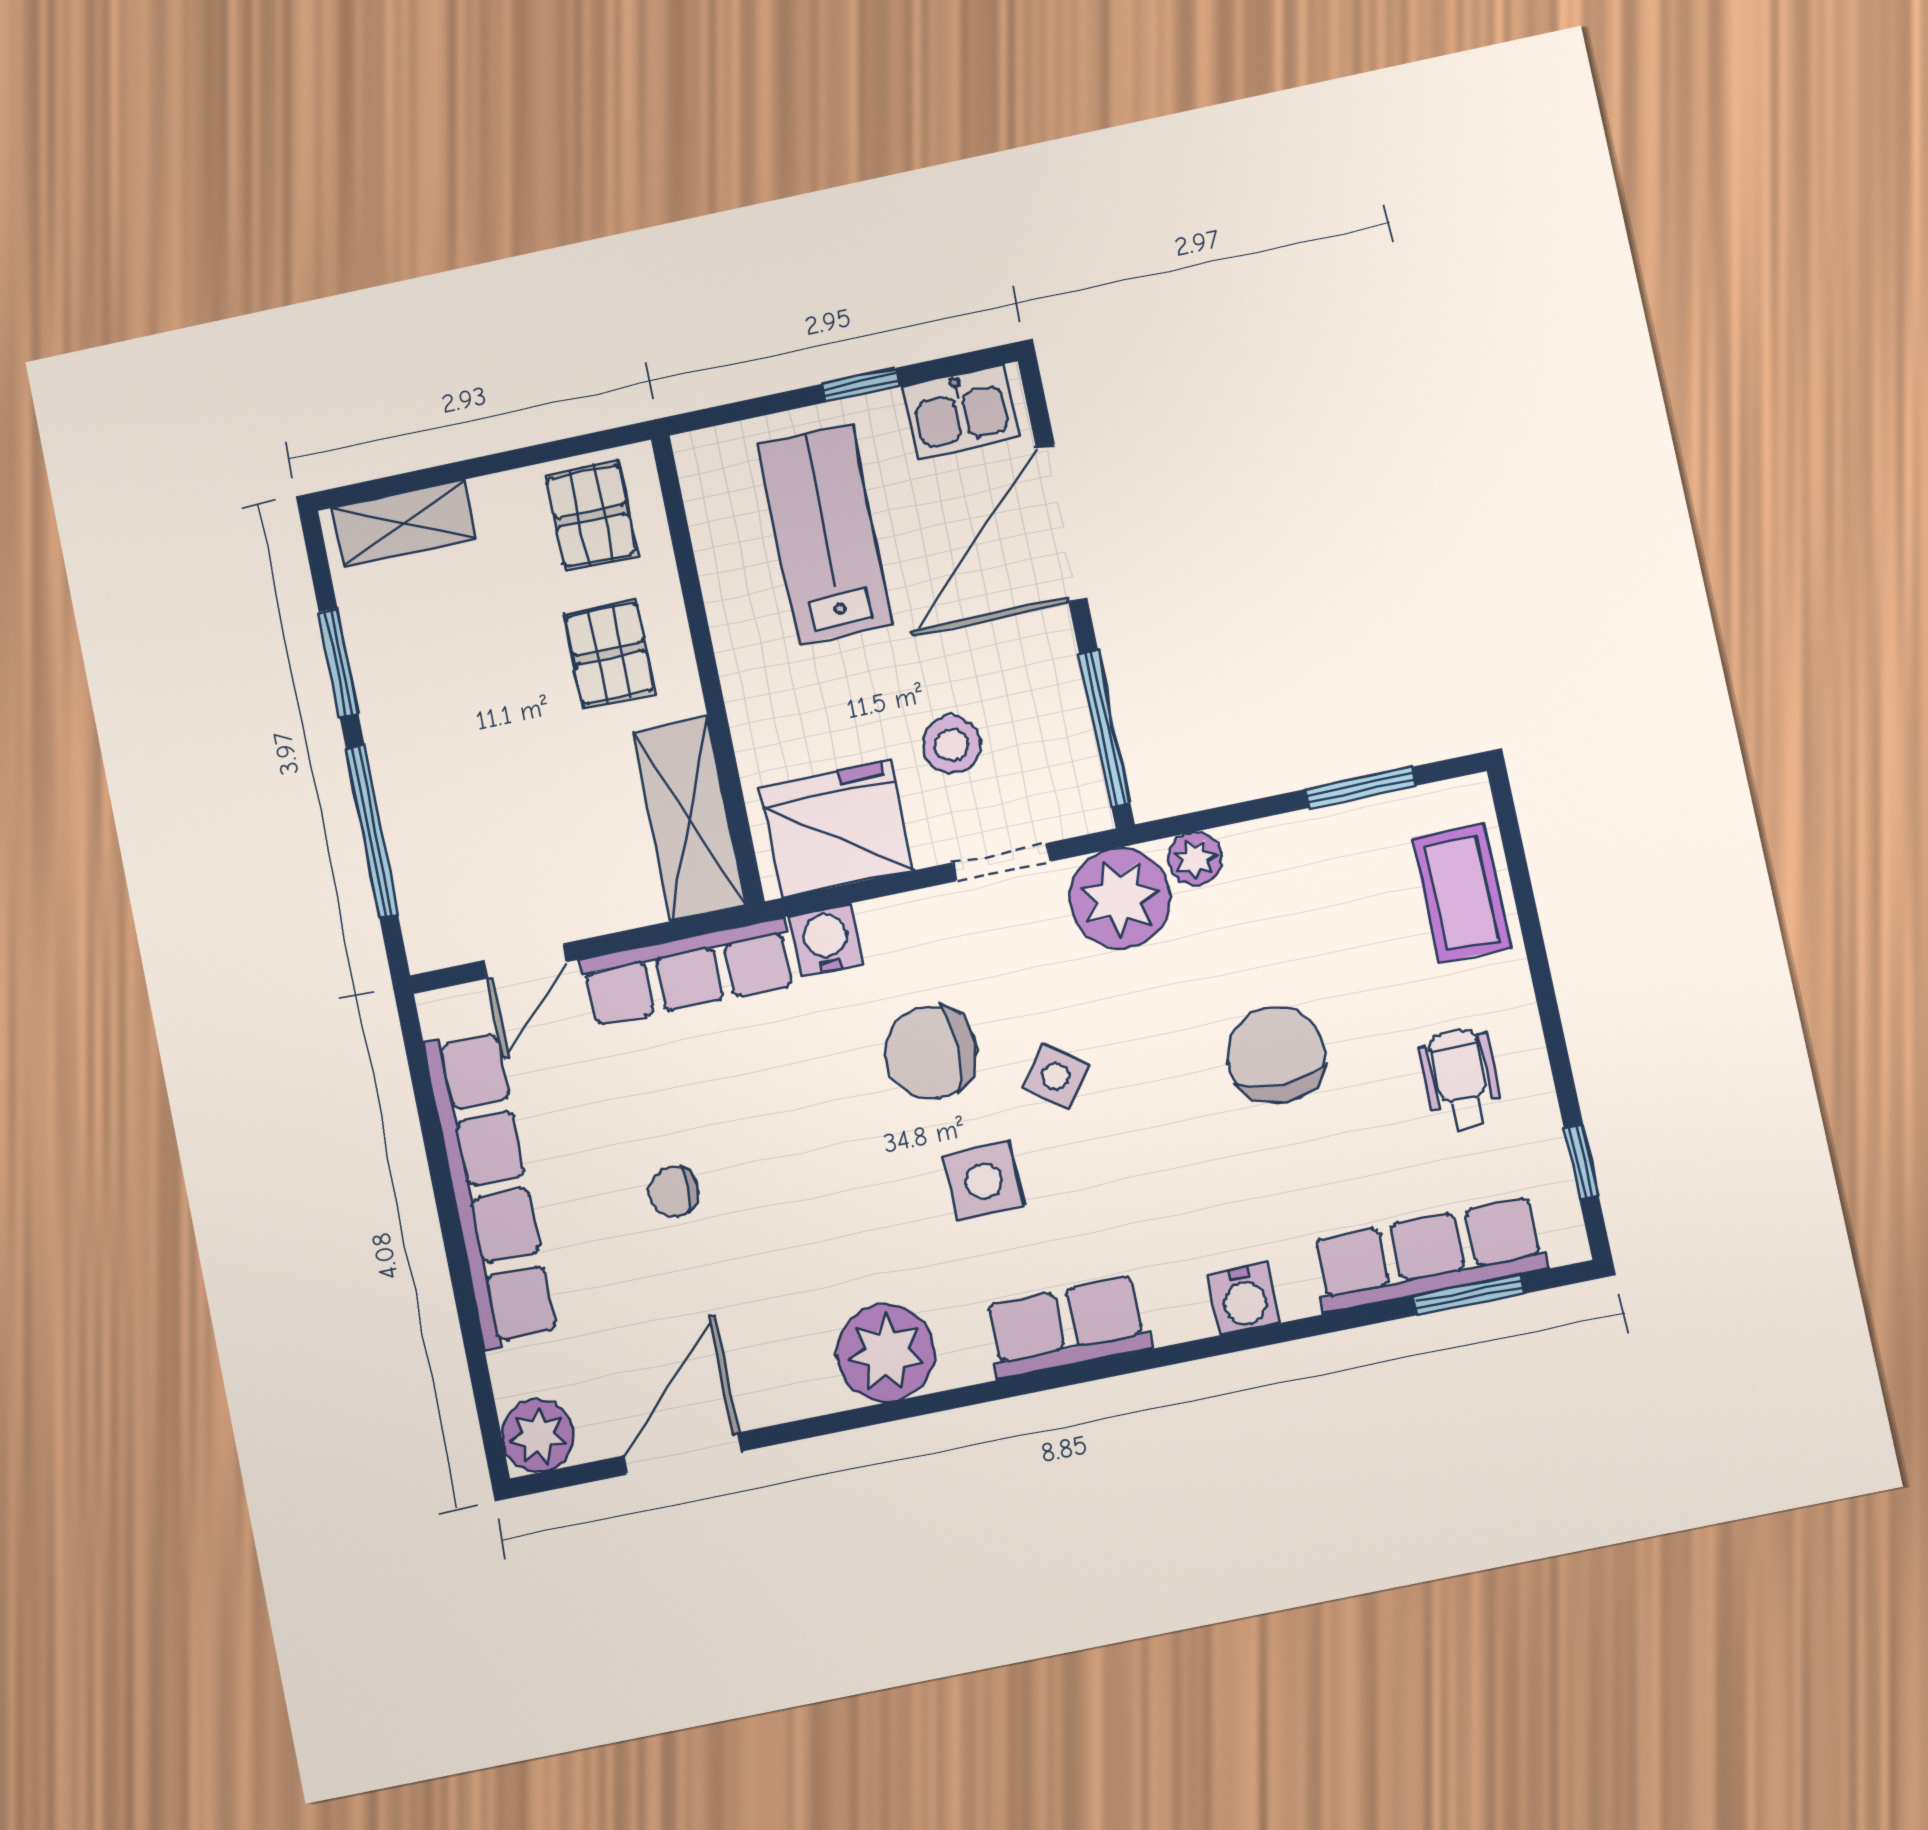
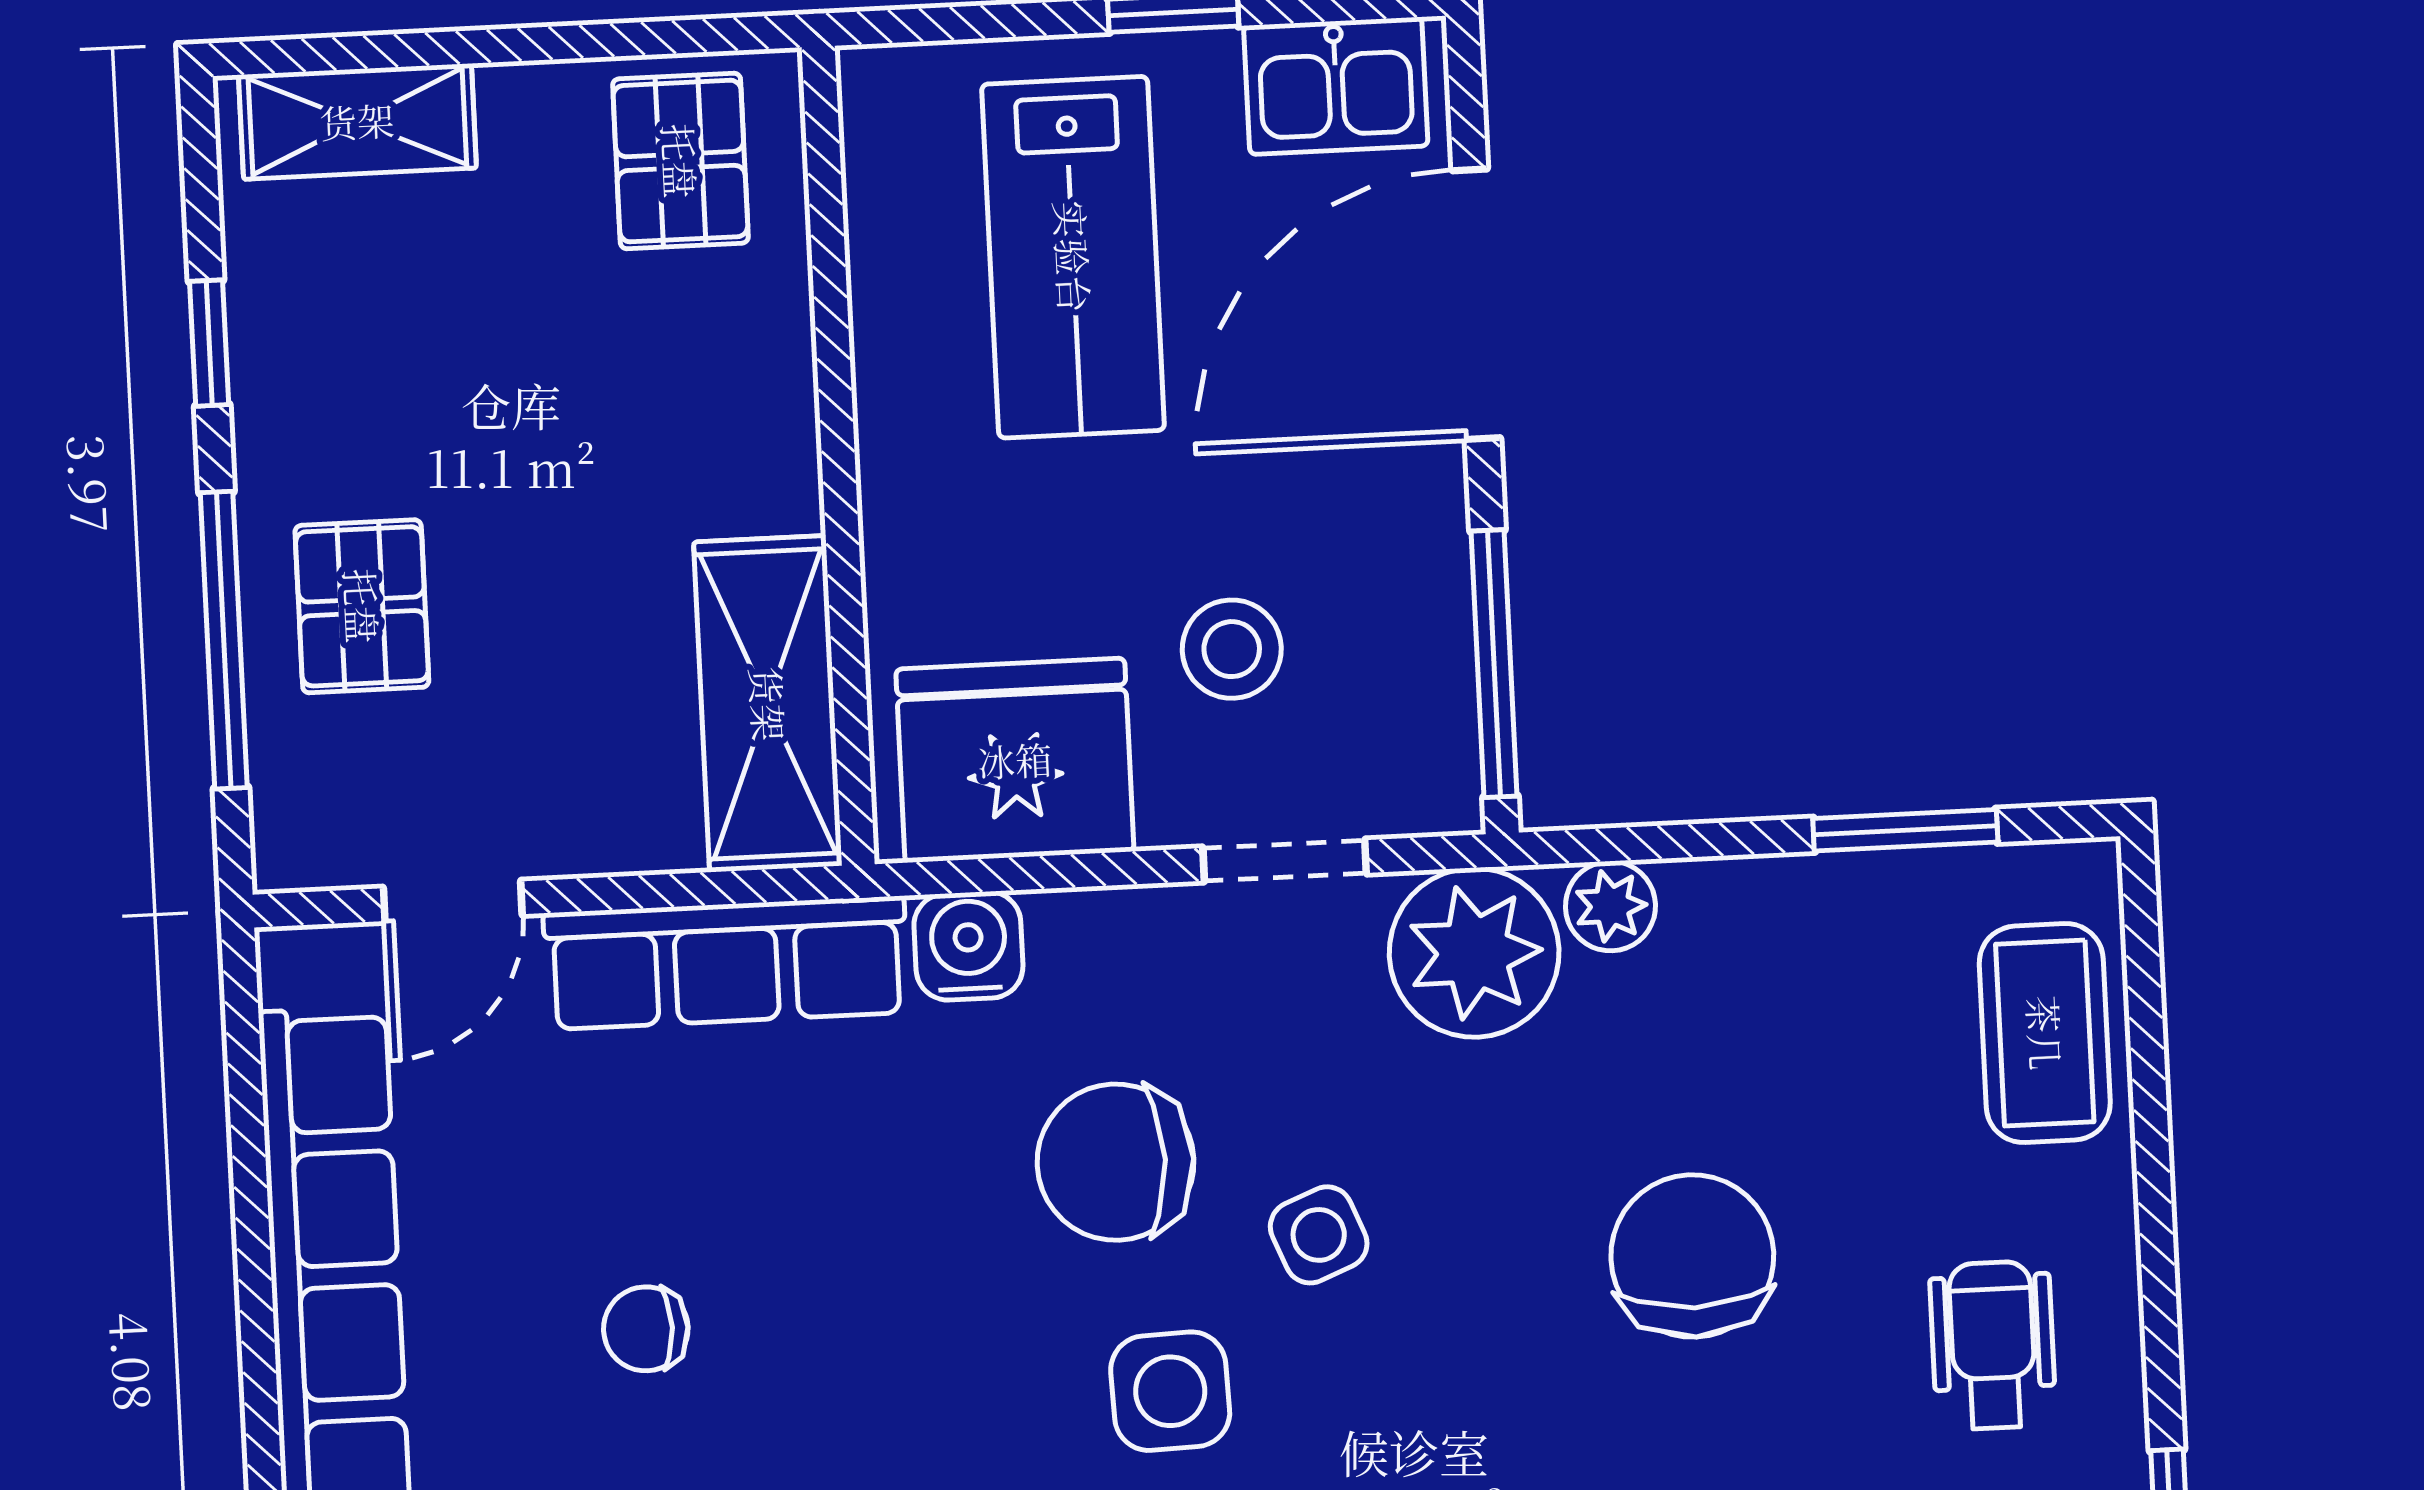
lab bench: (825, 534) -> (1073, 257), turned 180
pallet: (609, 653) -> (362, 606), moved
window: (339, 663) -> (209, 343), width x0.67
side table: (1056, 1077) -> (1319, 1235), turned 32

